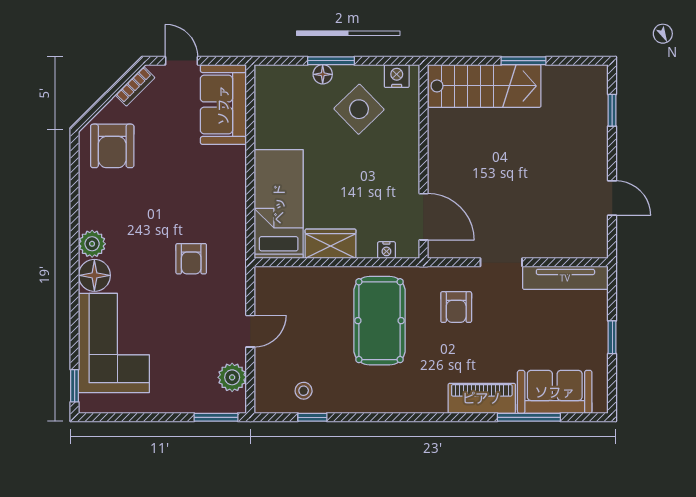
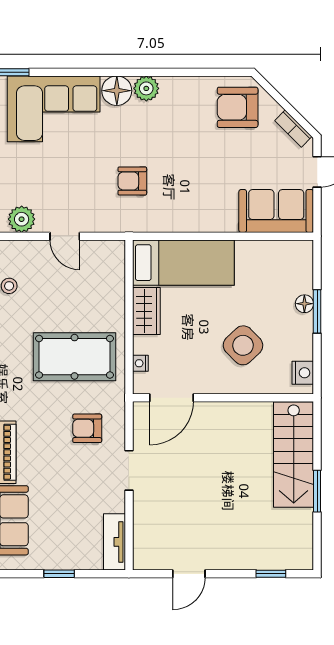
side table: (359, 109) -> (243, 345), moved
tv unit: (565, 278) -> (115, 542), width x0.71

